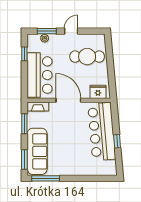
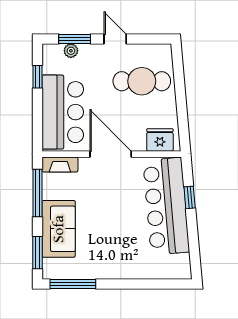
door: (71, 31) -> (115, 39), hinge flipped
window: (24, 124) -> (37, 193), width x1.44
window: (117, 141) -> (190, 197), moved
sofa: (37, 151) -> (59, 229), width x0.73

